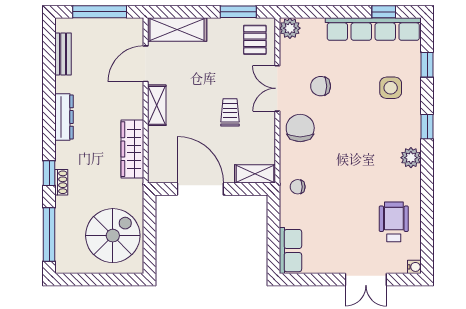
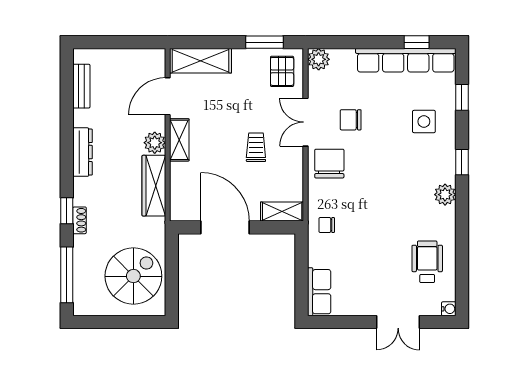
window: (100, 12) -> (120, 42), removed
plant: (133, 108) -> (155, 143), added

